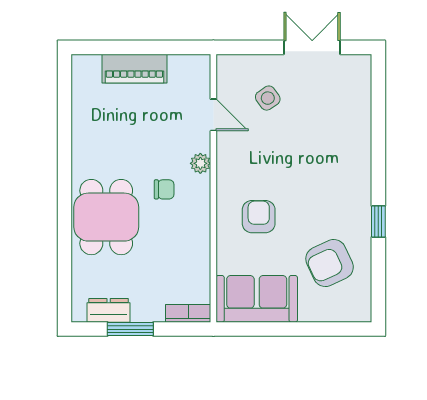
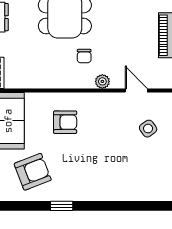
door: (213, 115) -> (136, 90), swing flipped
armchair: (330, 263) -> (33, 172), turned 94

